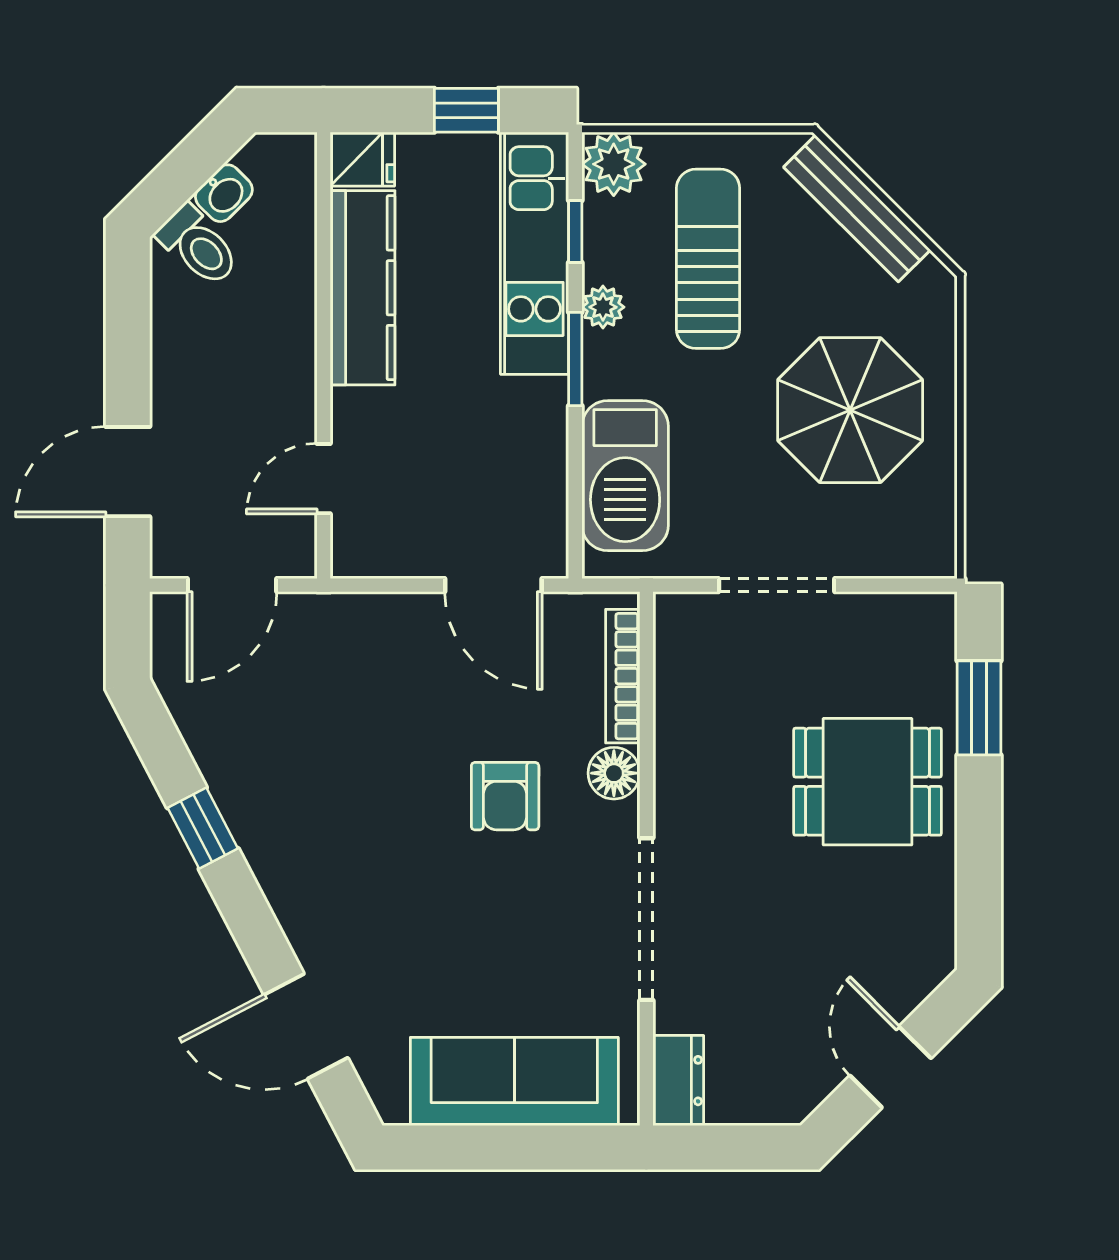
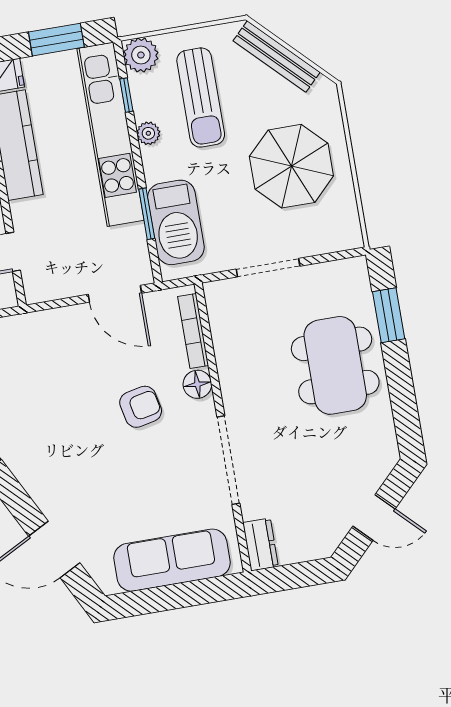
window: (466, 110) -> (56, 40), width x1.50
kitchen unit: (535, 253) -> (110, 134), width x1.36
sun lounger: (708, 259) -> (201, 98), turned 180
window: (575, 359) -> (147, 214), moved
dining table: (868, 782) -> (335, 365), width x1.38
armchair: (505, 796) -> (141, 407), turned -102
door: (890, 1067) -> (374, 518), swing flipped

